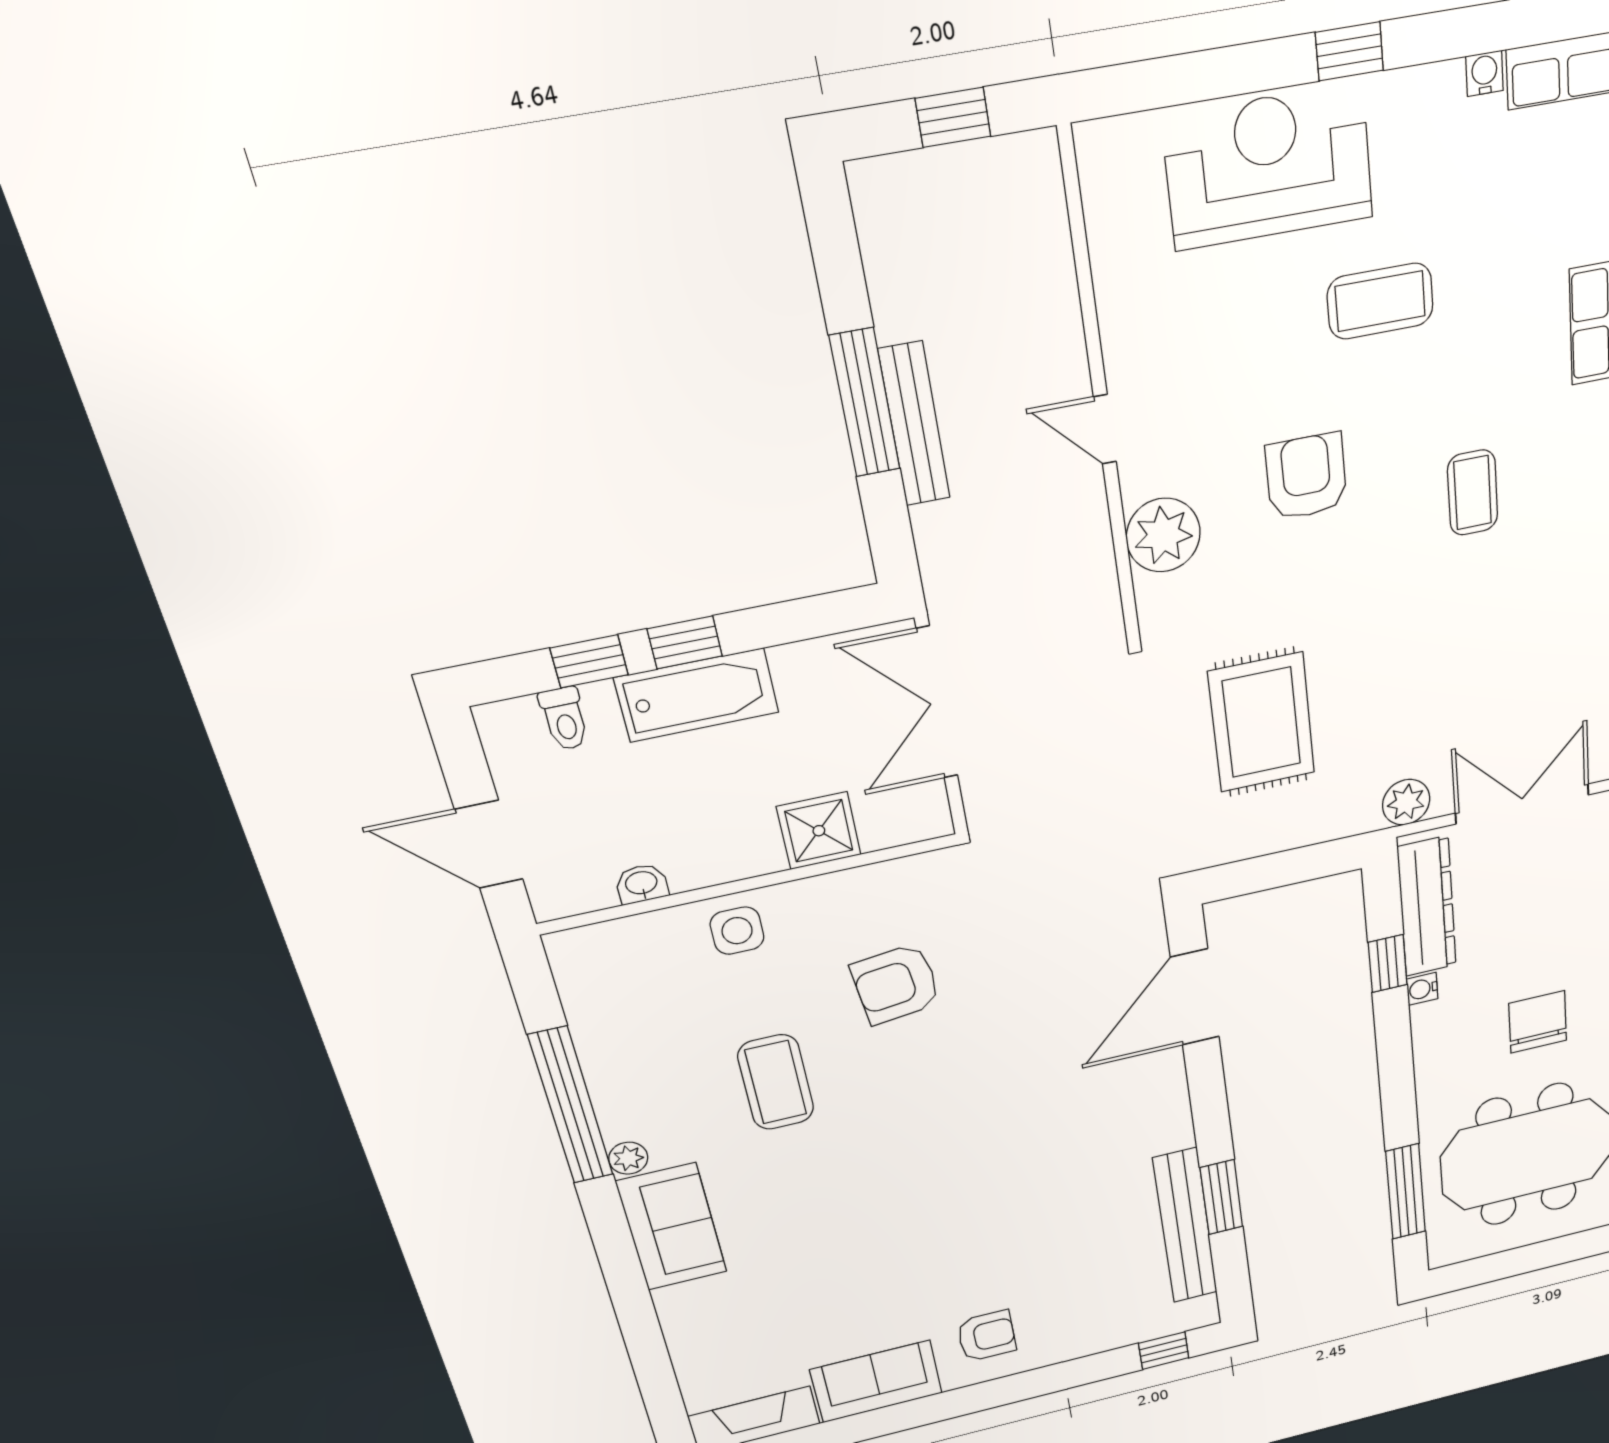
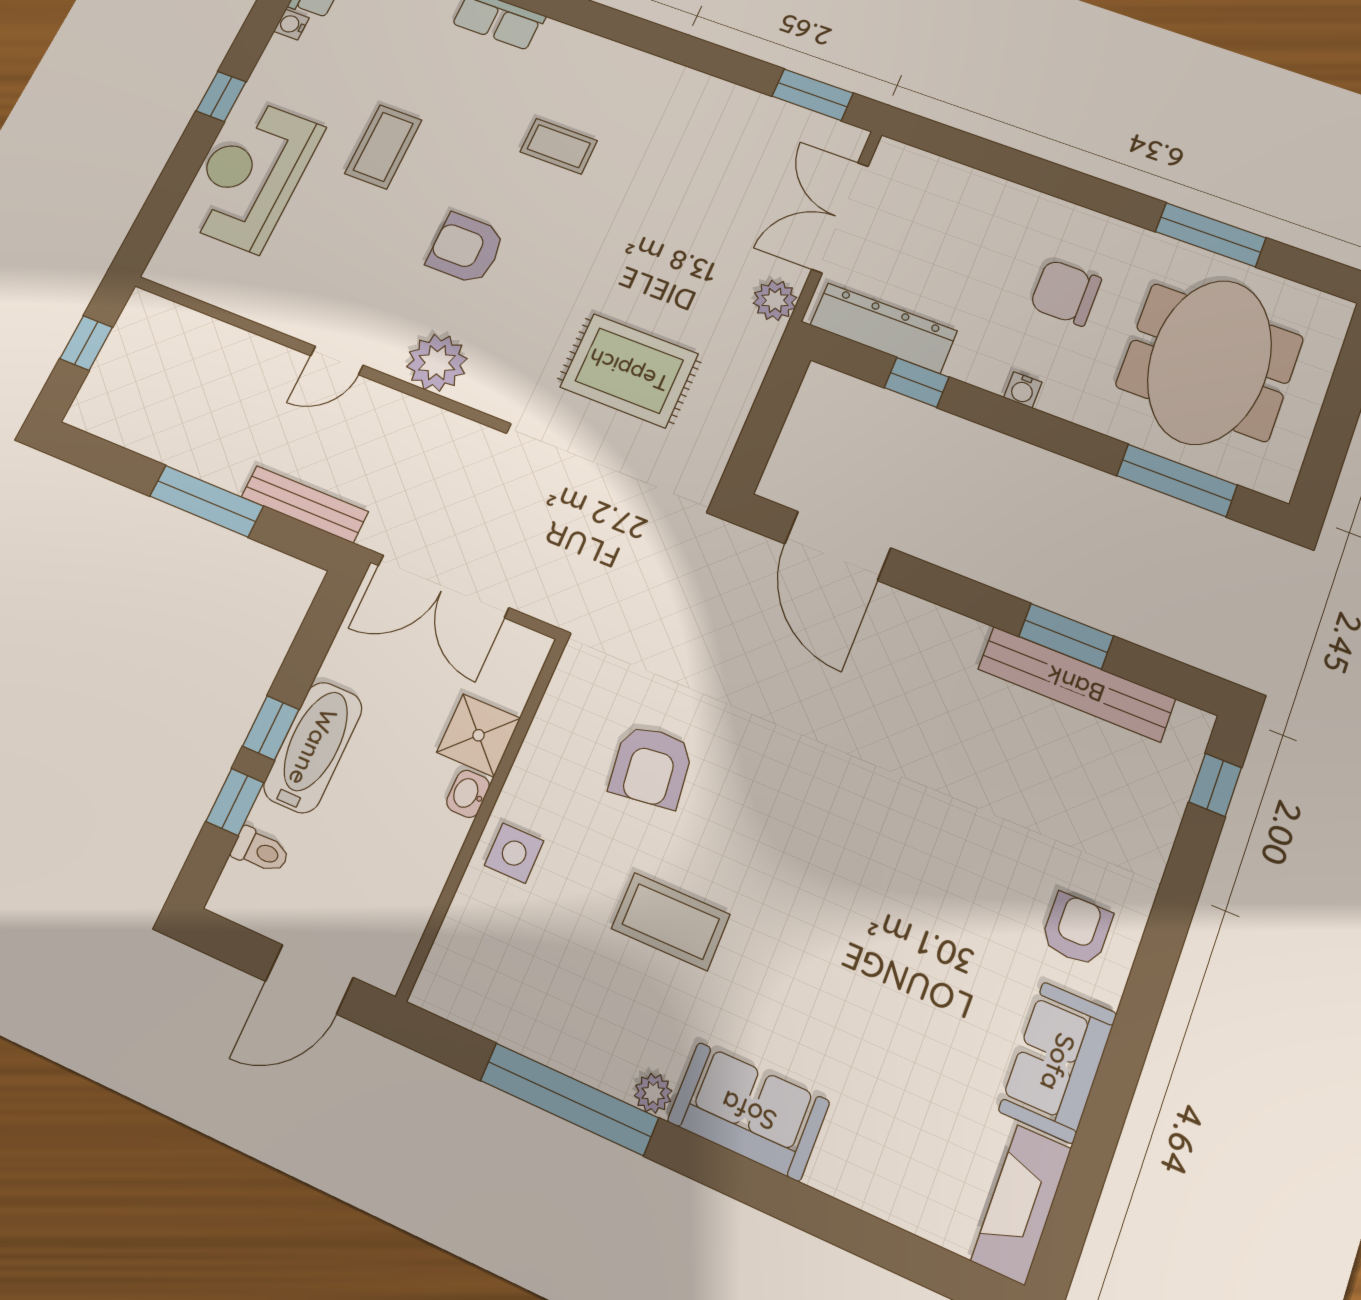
bench: (914, 424) -> (305, 504), moved
washbasin: (642, 884) -> (468, 794), moved
water cooler: (1422, 989) -> (1023, 390), moved

